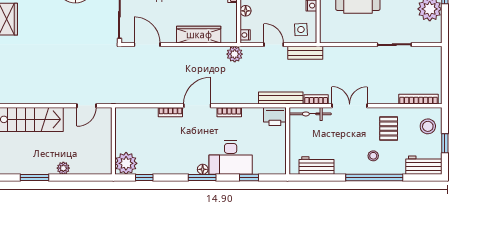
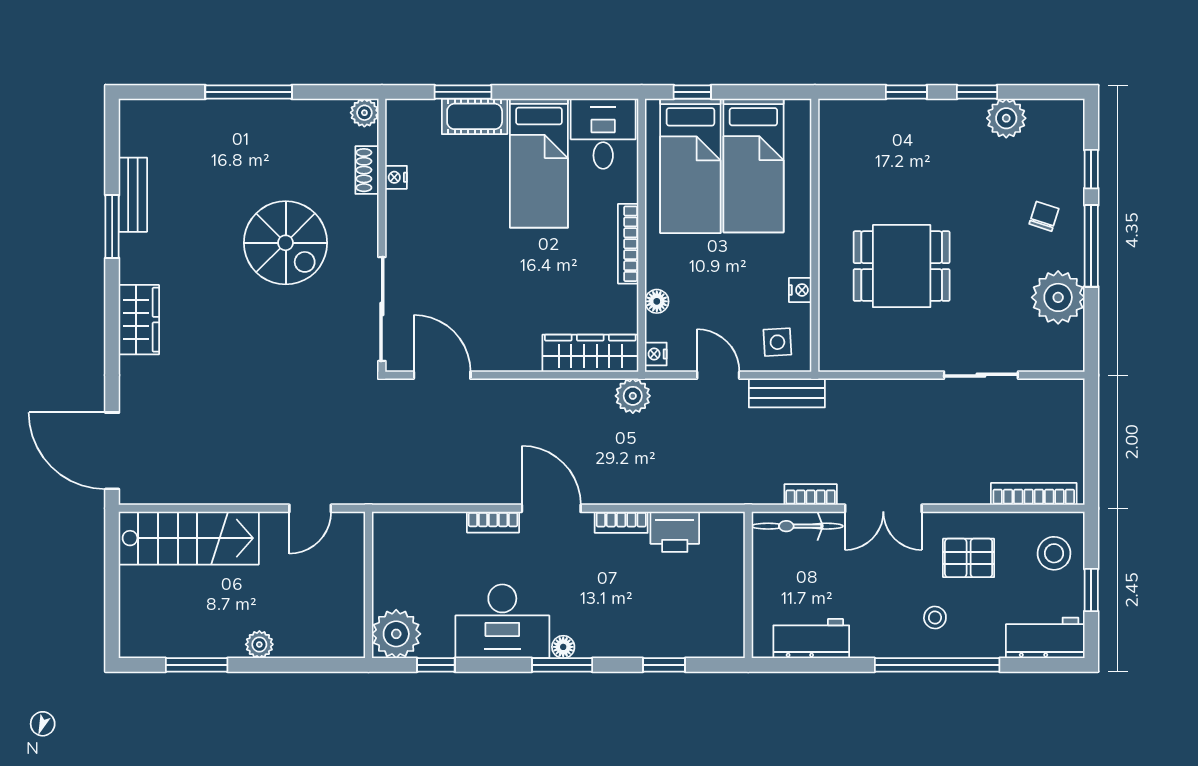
wardrobe: (199, 35) -> (590, 353), moved
bench: (281, 98) -> (733, 491), removed
door: (197, 106) -> (551, 508), hinge flipped
double door: (350, 106) -> (883, 508), swing flipped
printer: (275, 117) -> (675, 532), moved
pallet: (389, 128) -> (969, 558), turned 90
desk: (231, 158) -> (502, 621), moved

